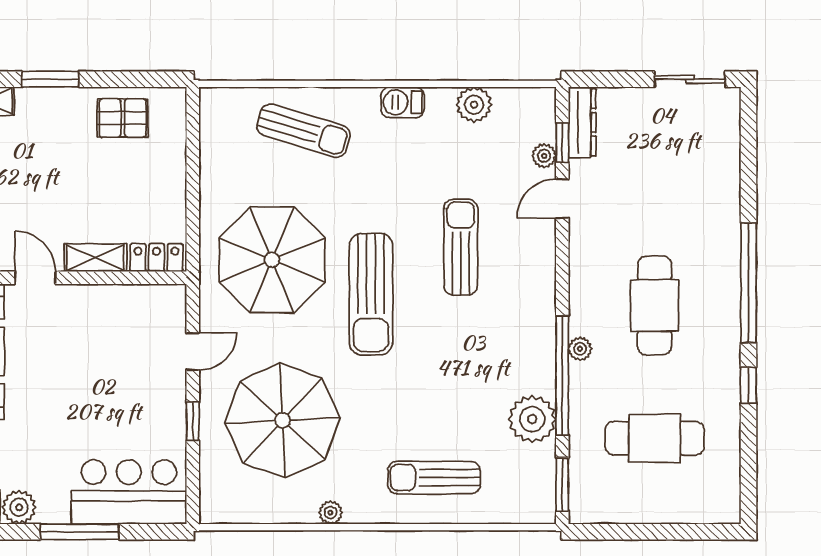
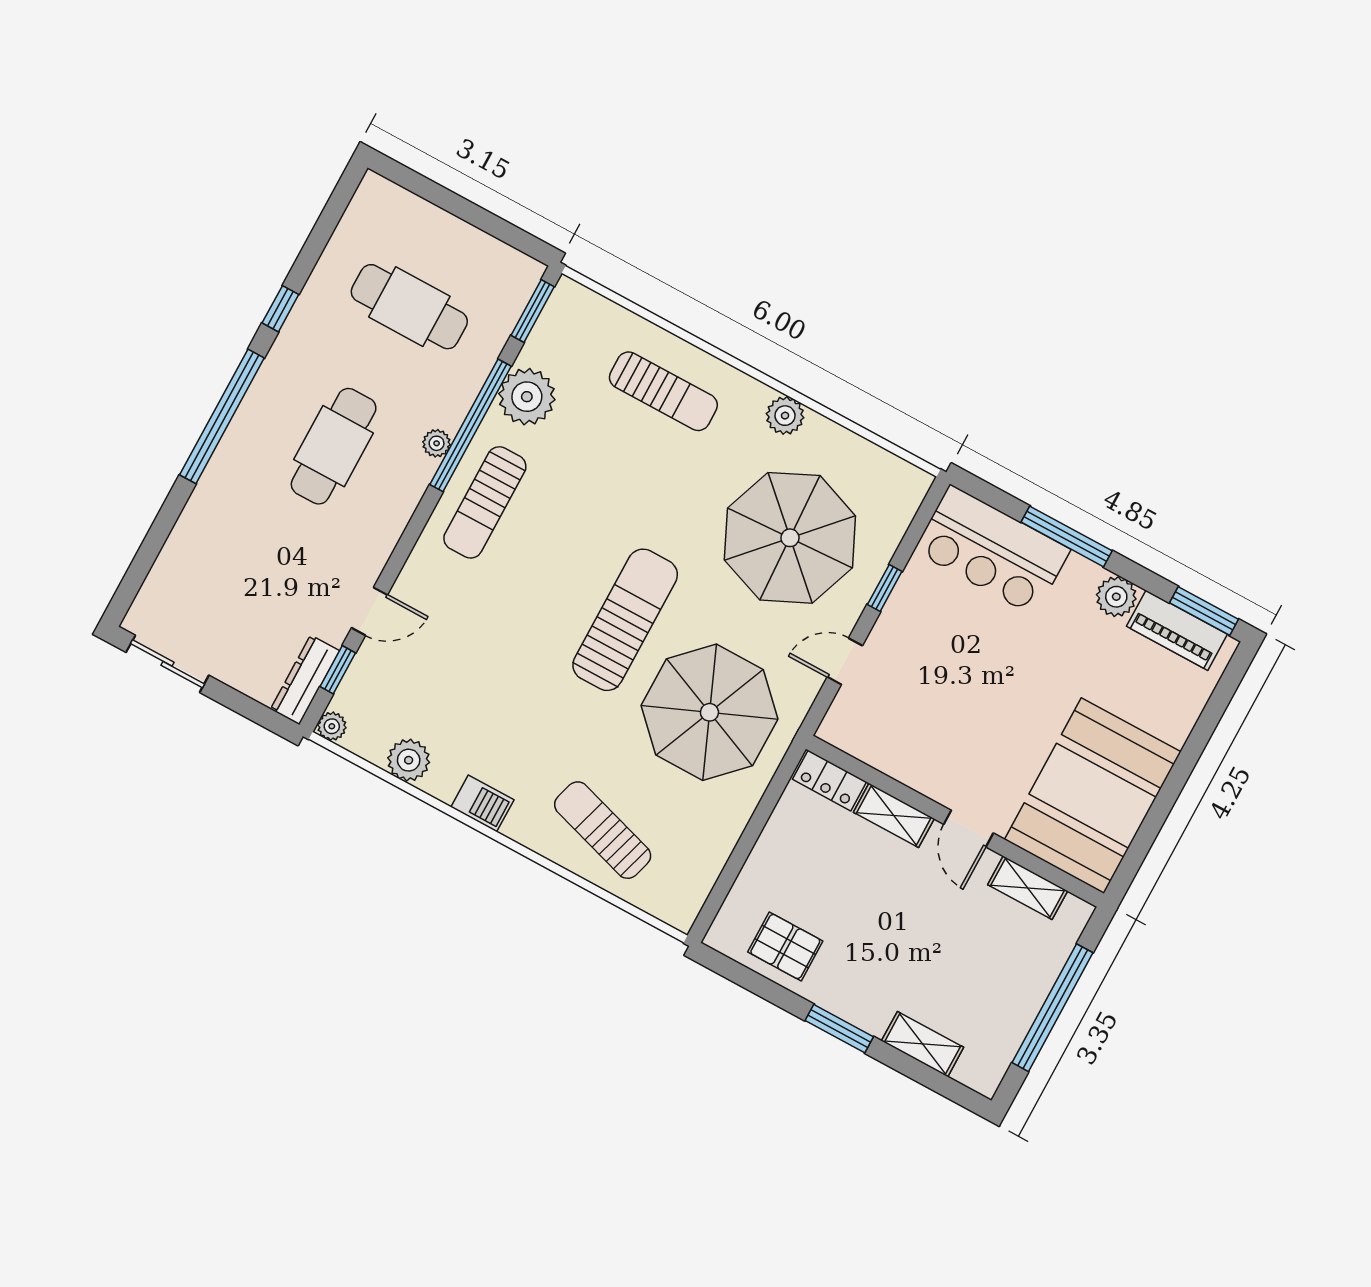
plant: (544, 156) -> (332, 726), moved
sun lounger: (461, 247) -> (485, 502), moved
plant: (331, 513) -> (785, 416), width x1.38, depth x1.38

